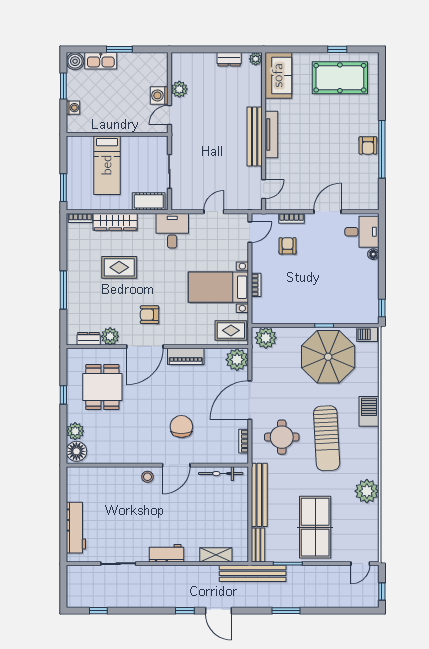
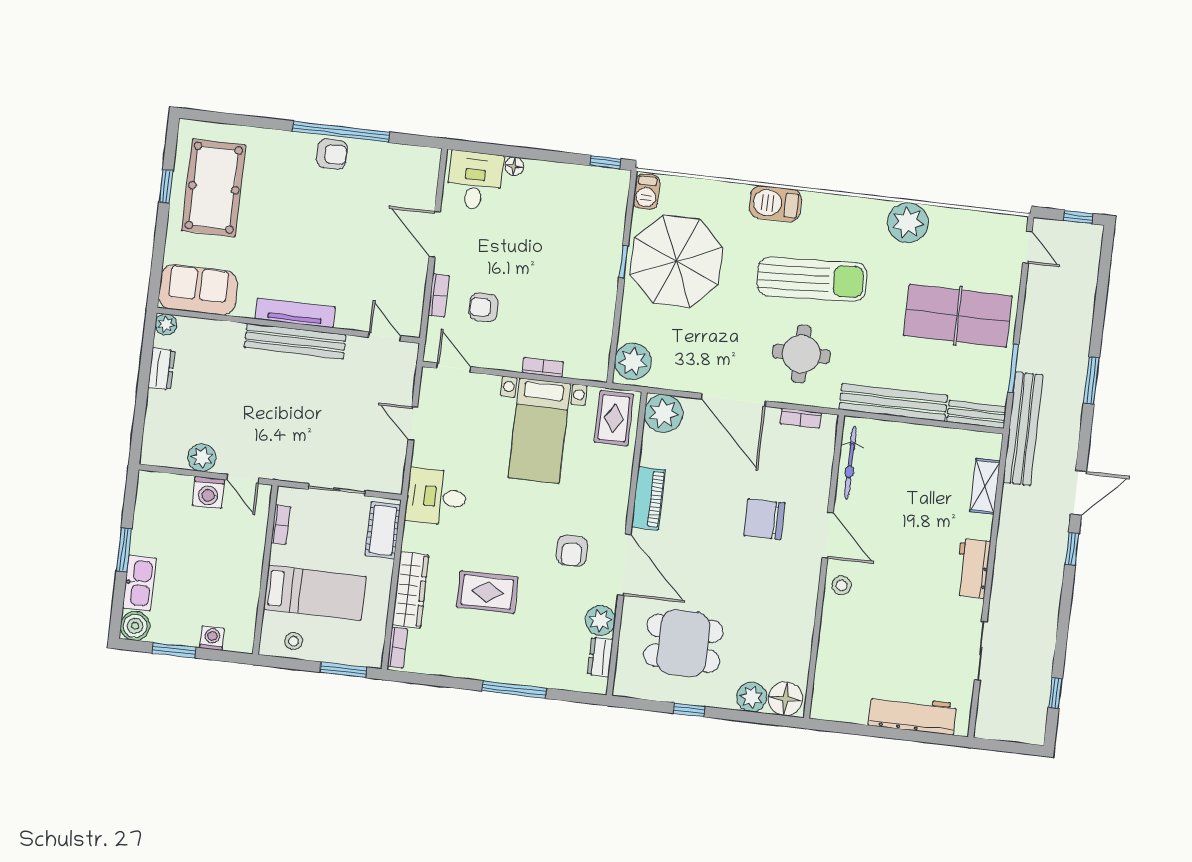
bookcase: (145, 140) -> (281, 525), added
stool: (77, 156) -> (294, 641), added
rug: (119, 267) -> (487, 592), turned 90

